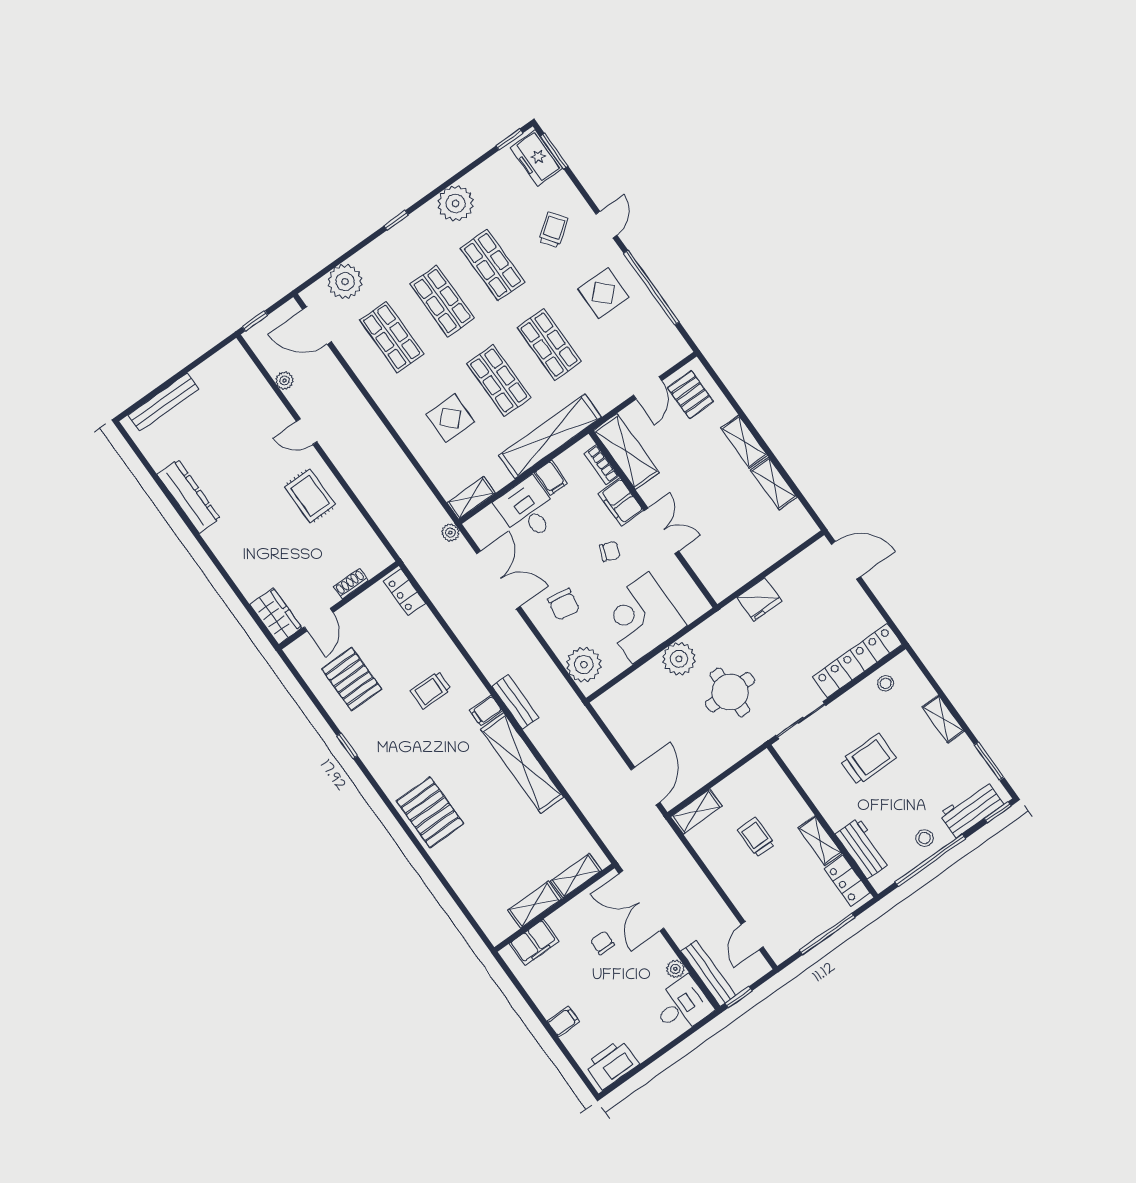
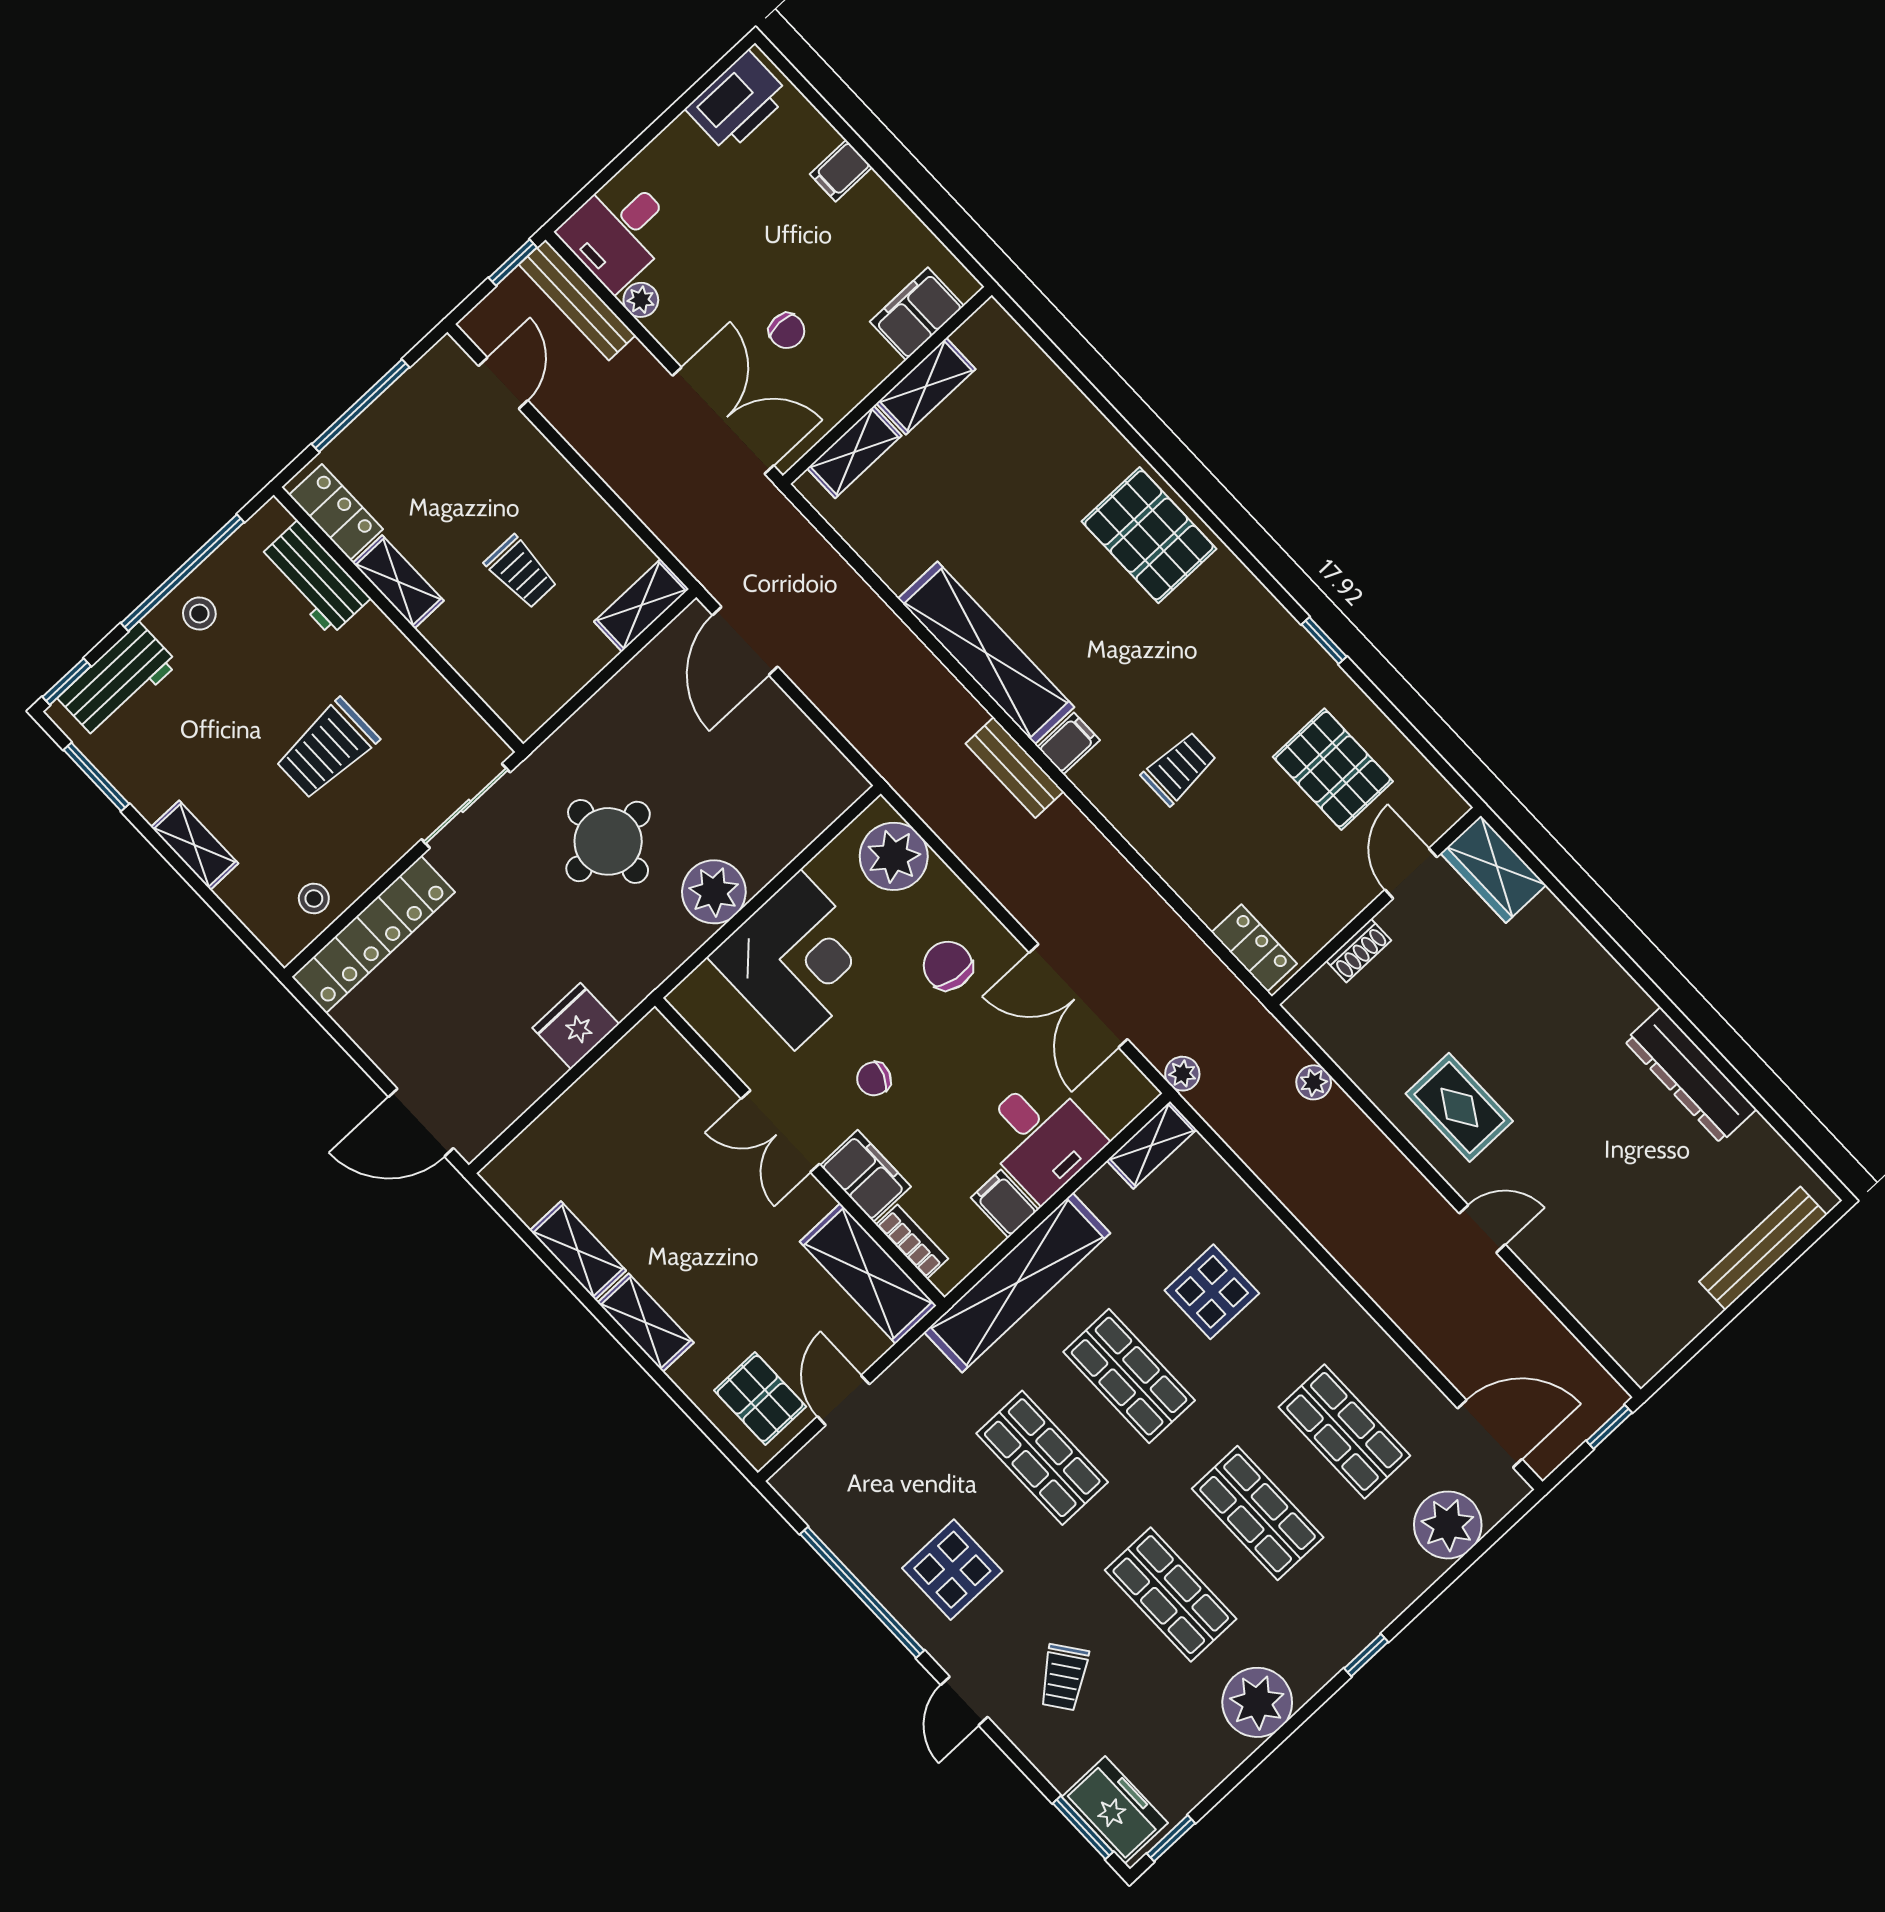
plant: (285, 380) -> (1314, 1082), moved

